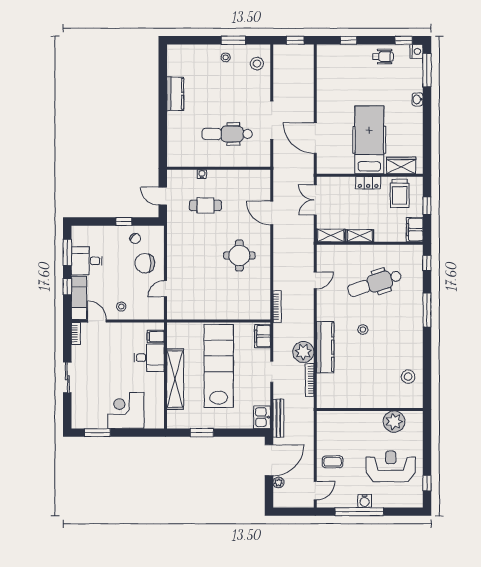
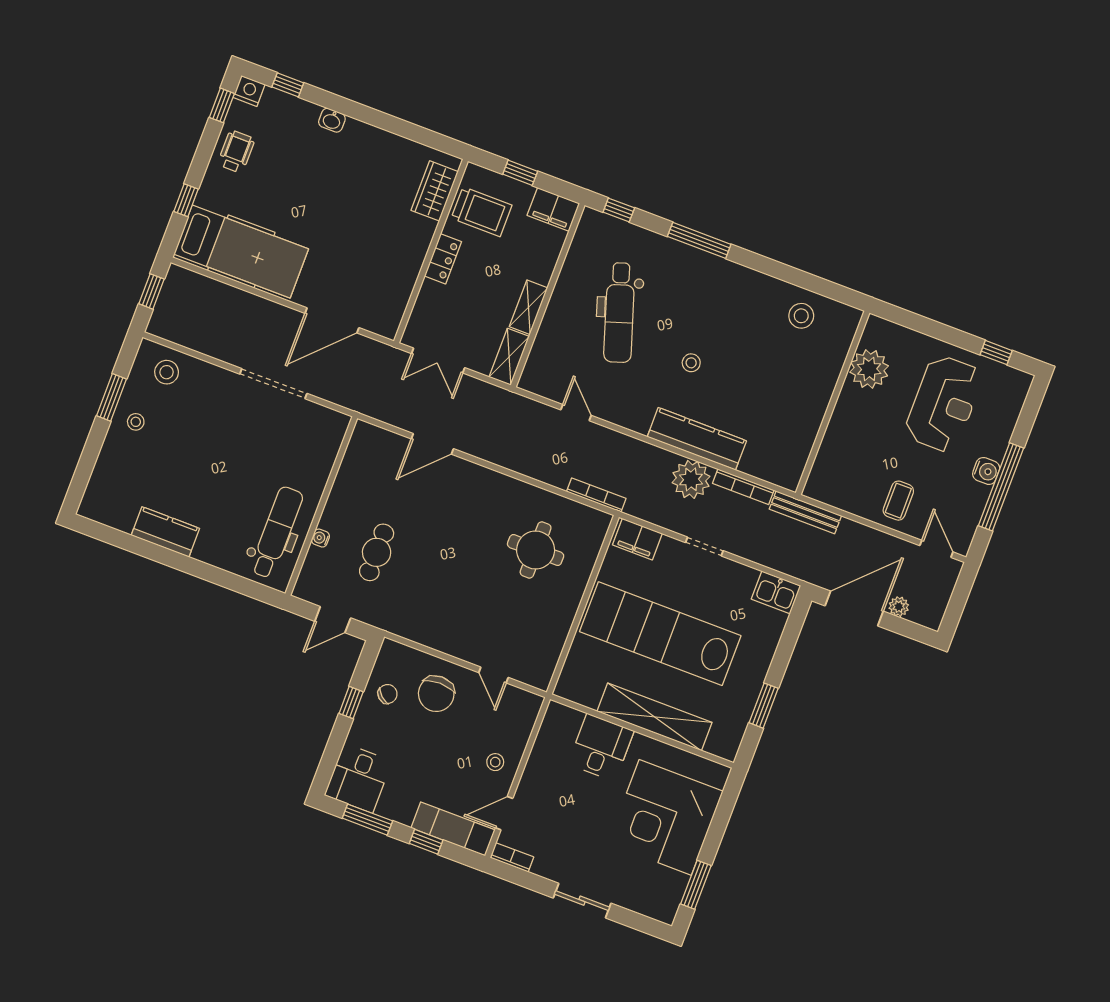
window: (427, 70) -> (288, 85), width x0.46
dental chair: (227, 134) -> (277, 532), moved, turned 180
hospital bed: (369, 140) -> (241, 252), moved, turned 180
round table: (239, 256) -> (536, 550), moved
desk: (87, 261) -> (358, 778), moved
filing cabinet: (156, 336) -> (569, 723), removed
corner desk: (126, 410) -> (665, 817), width x1.36, depth x1.36
bench: (278, 418) -> (805, 512), moved
door: (269, 460) -> (854, 608), hinge flipped
reception desk: (391, 466) -> (944, 404), turned 180

